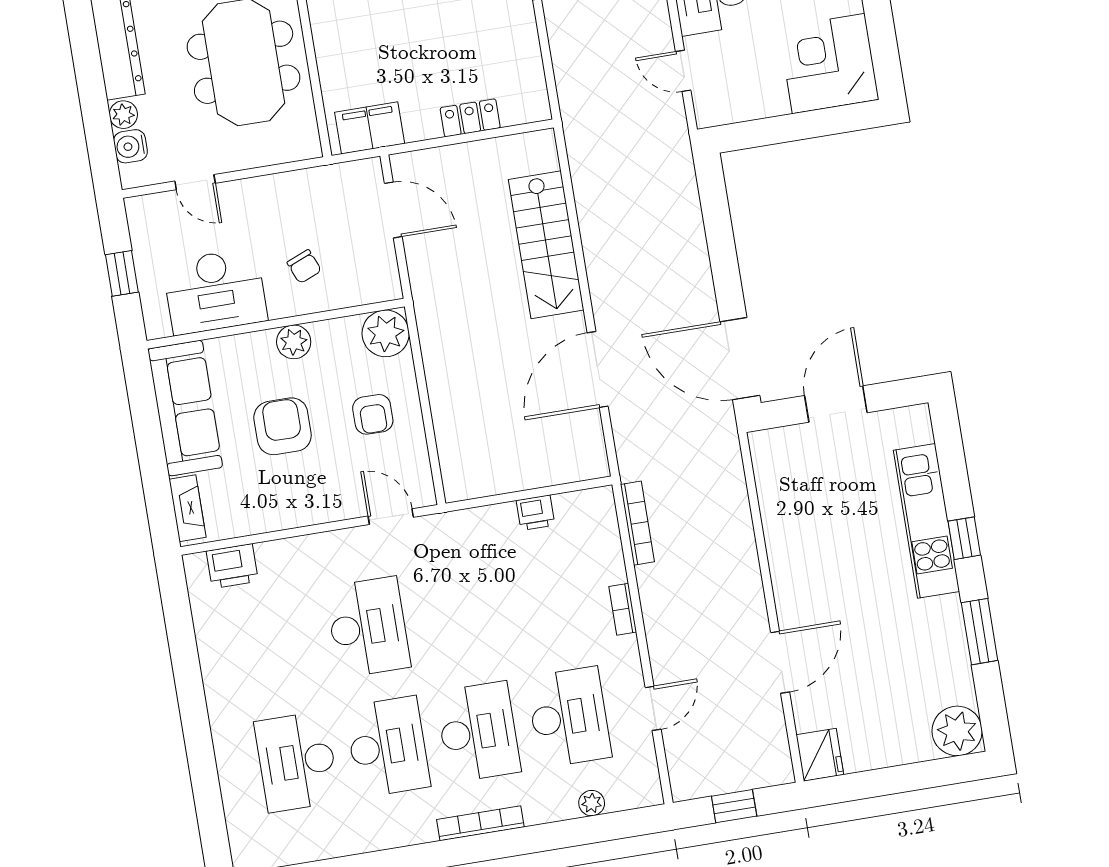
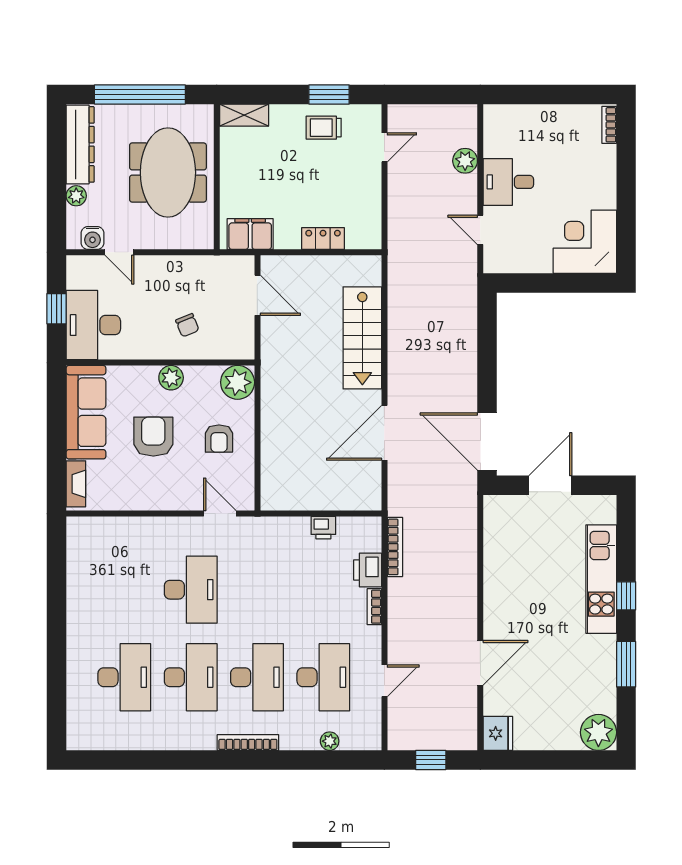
water cooler: (130, 146) -> (93, 238), moved, turned -90
desk: (215, 291) -> (93, 325), moved, turned 90
printer: (232, 566) -> (368, 570), moved, turned 90
desk: (297, 762) -> (124, 677), turned 180

